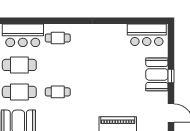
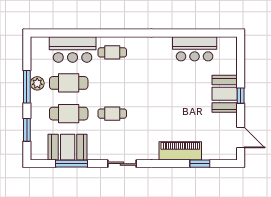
bar counter: (147, 35) -> (195, 49), moved

